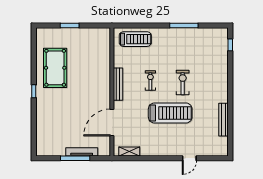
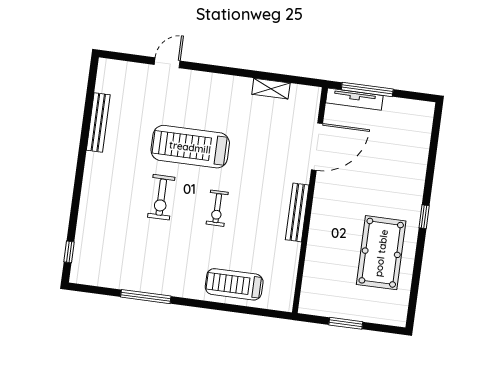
bench: (118, 84) -> (297, 212), moved
wall: (112, 92) -> (310, 200), moved
door: (112, 123) -> (317, 147), moved

